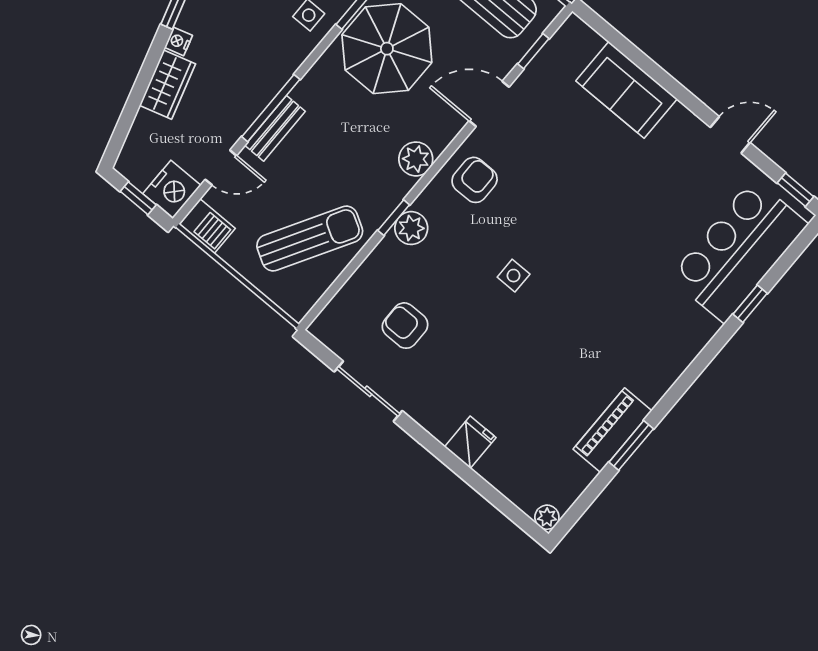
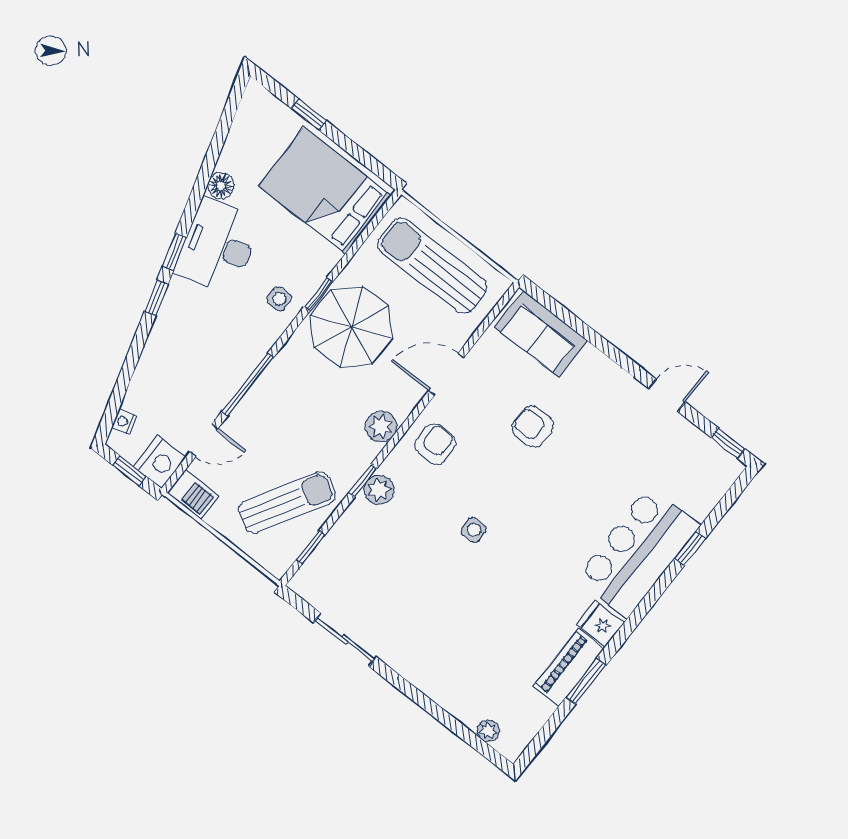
nightstand: (178, 41) -> (124, 422), moved
window: (533, 51) -> (311, 547), moved
wardrobe: (167, 85) -> (153, 366), removed
sofa: (626, 90) -> (541, 334), moved
bench: (275, 128) -> (252, 403), removed
bar counter: (739, 251) -> (638, 552), moved
armchair: (405, 326) -> (533, 427), moved
fridge: (470, 442) -> (600, 624), moved, turned -90
plant: (547, 517) -> (488, 731), moved

